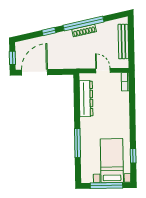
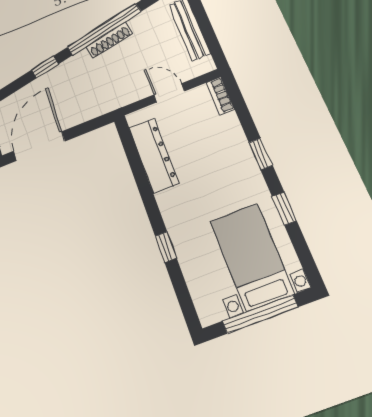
window: (132, 117) -> (261, 154), added
window: (77, 143) -> (166, 247), width x0.46
window: (133, 156) -> (284, 209), moved

